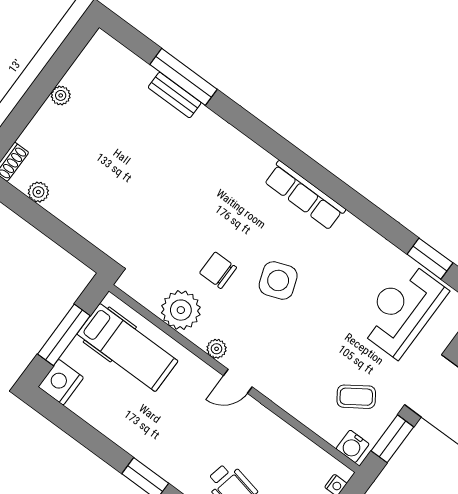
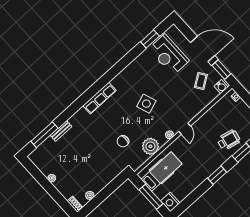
window: (183, 77) -> (44, 135), moved
row of seats: (305, 195) -> (100, 98), moved
chair: (218, 270) -> (123, 141), moved

